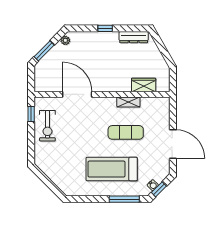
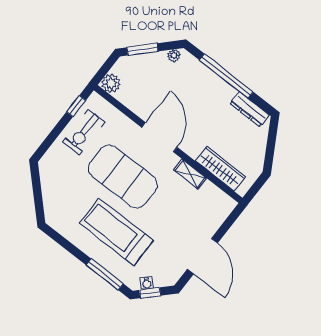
window: (105, 28) -> (226, 76), width x3.17
plant: (41, 85) -> (111, 83), added
wardrobe: (144, 85) -> (220, 169), width x1.50
door: (77, 94) -> (160, 137), moved
exercise mat: (126, 132) -> (123, 176), moved, width x2.00, depth x1.45

